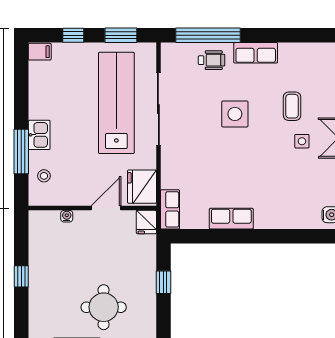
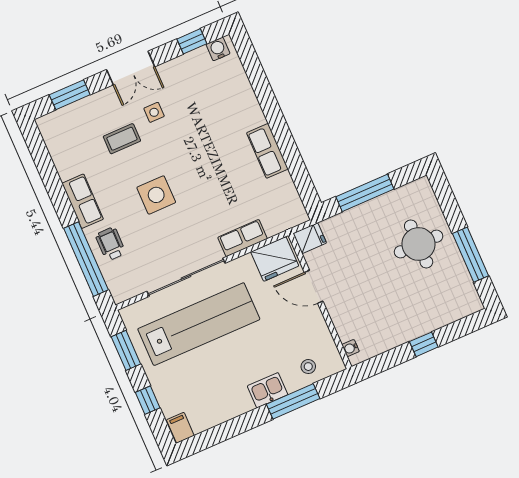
lab bench: (116, 103) -> (199, 324), turned 180
row of seats: (170, 209) -> (243, 238), moved
water cooler: (67, 216) -> (351, 348), moved
window: (163, 282) -> (365, 193), width x2.17

